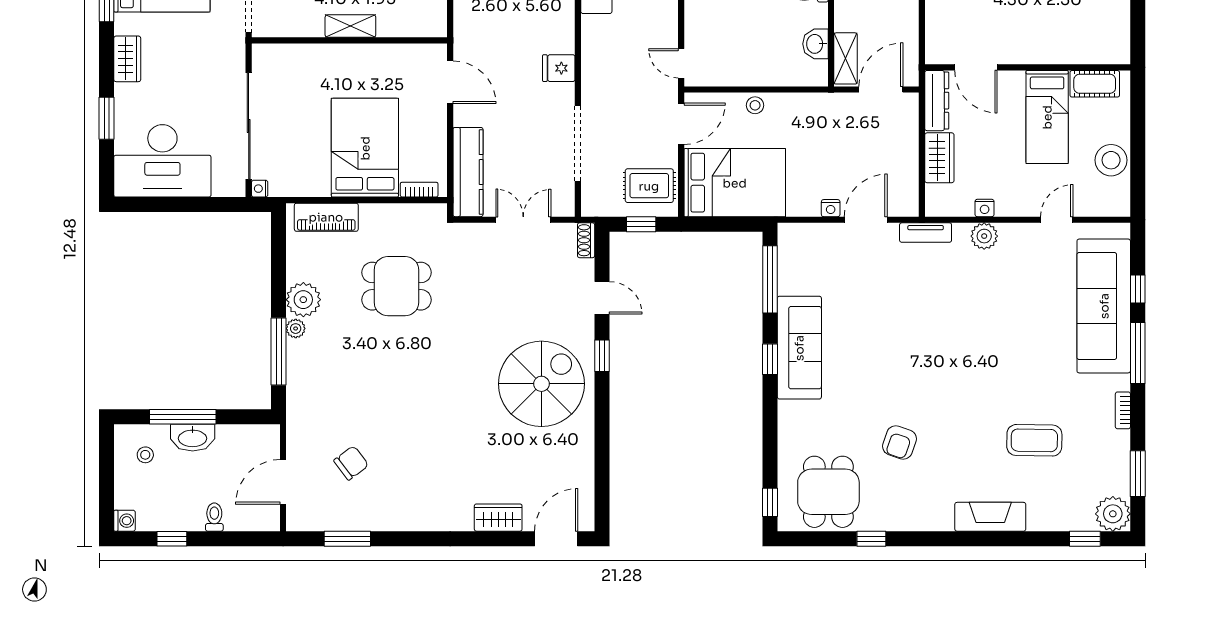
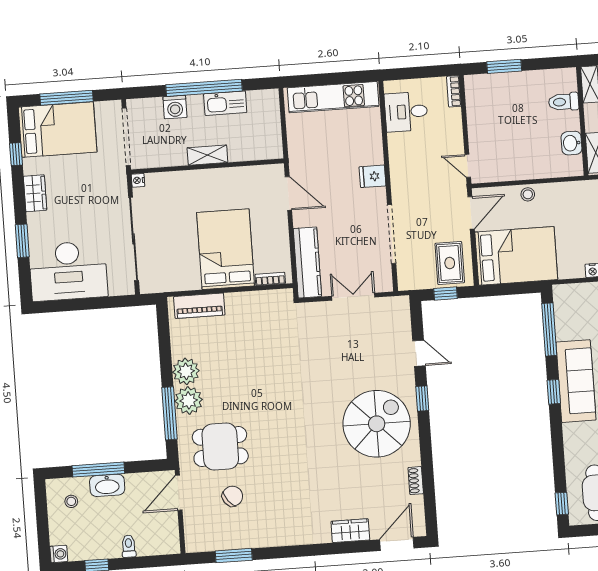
rug: (649, 186) -> (450, 263), turned 90
nightstand: (260, 189) -> (138, 180), moved
shoe rack: (586, 240) -> (416, 481), moved
dining table: (396, 286) -> (220, 447), moved
plant: (296, 329) -> (189, 400), width x1.88, depth x1.88
door: (283, 482) -> (179, 493), moved

